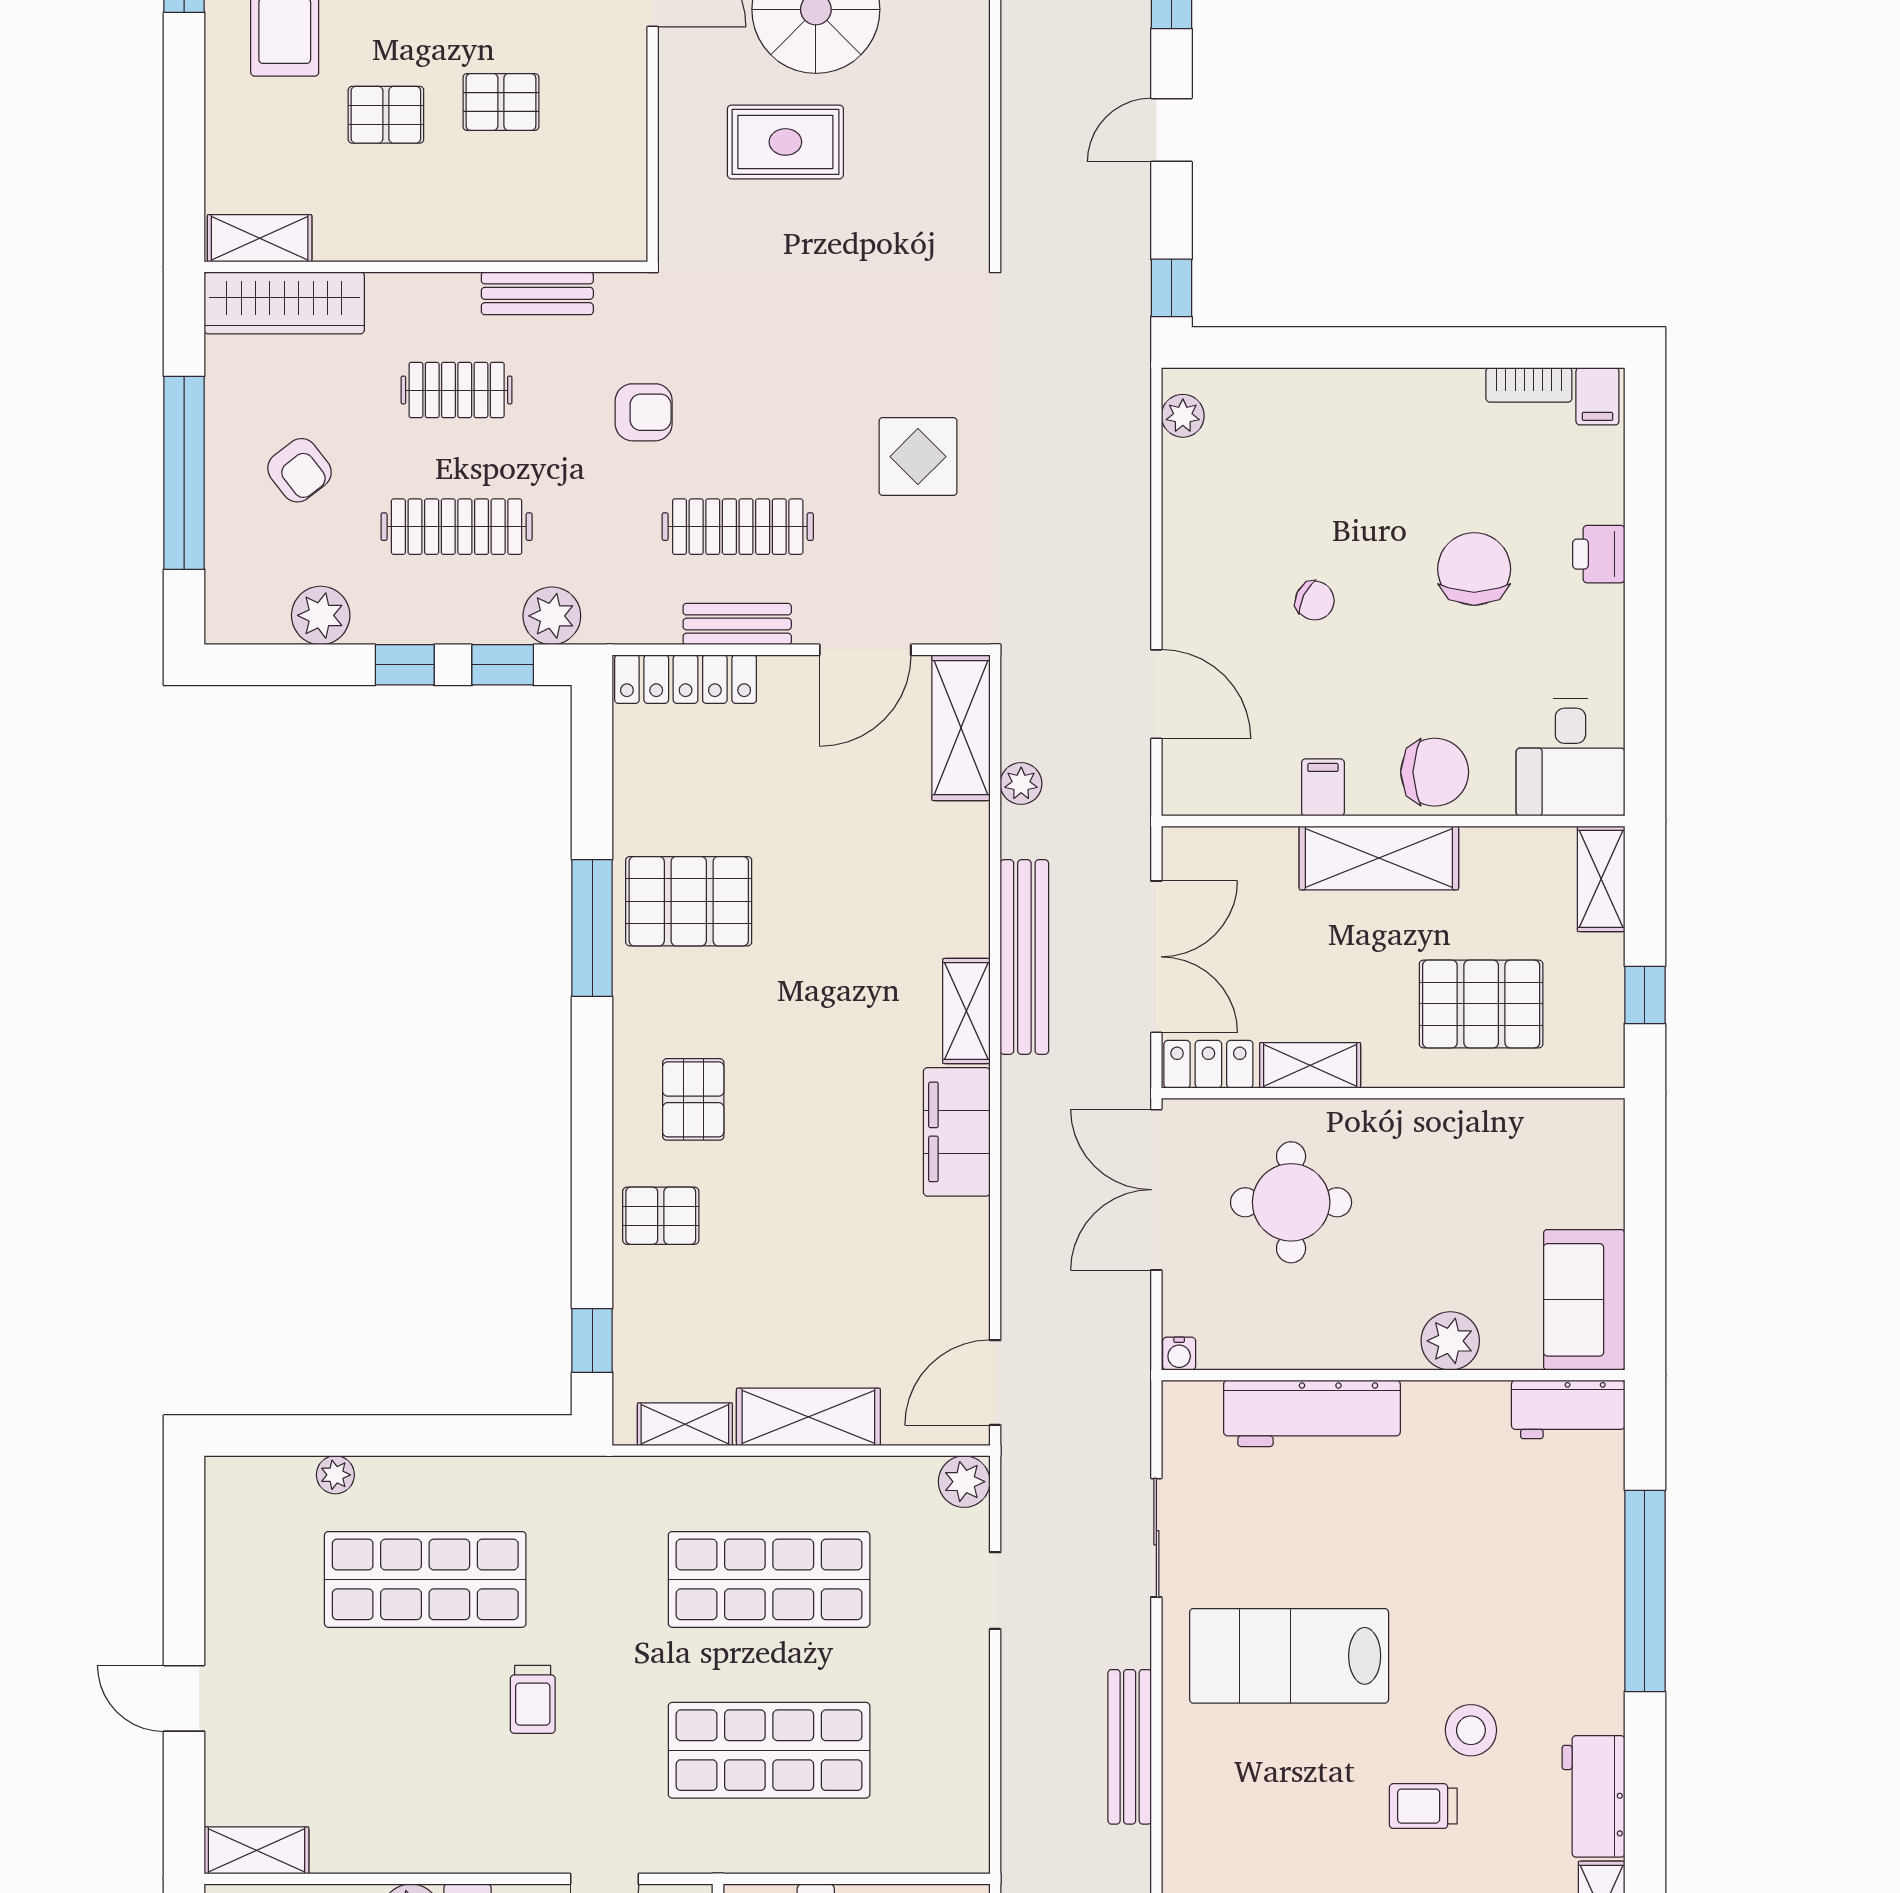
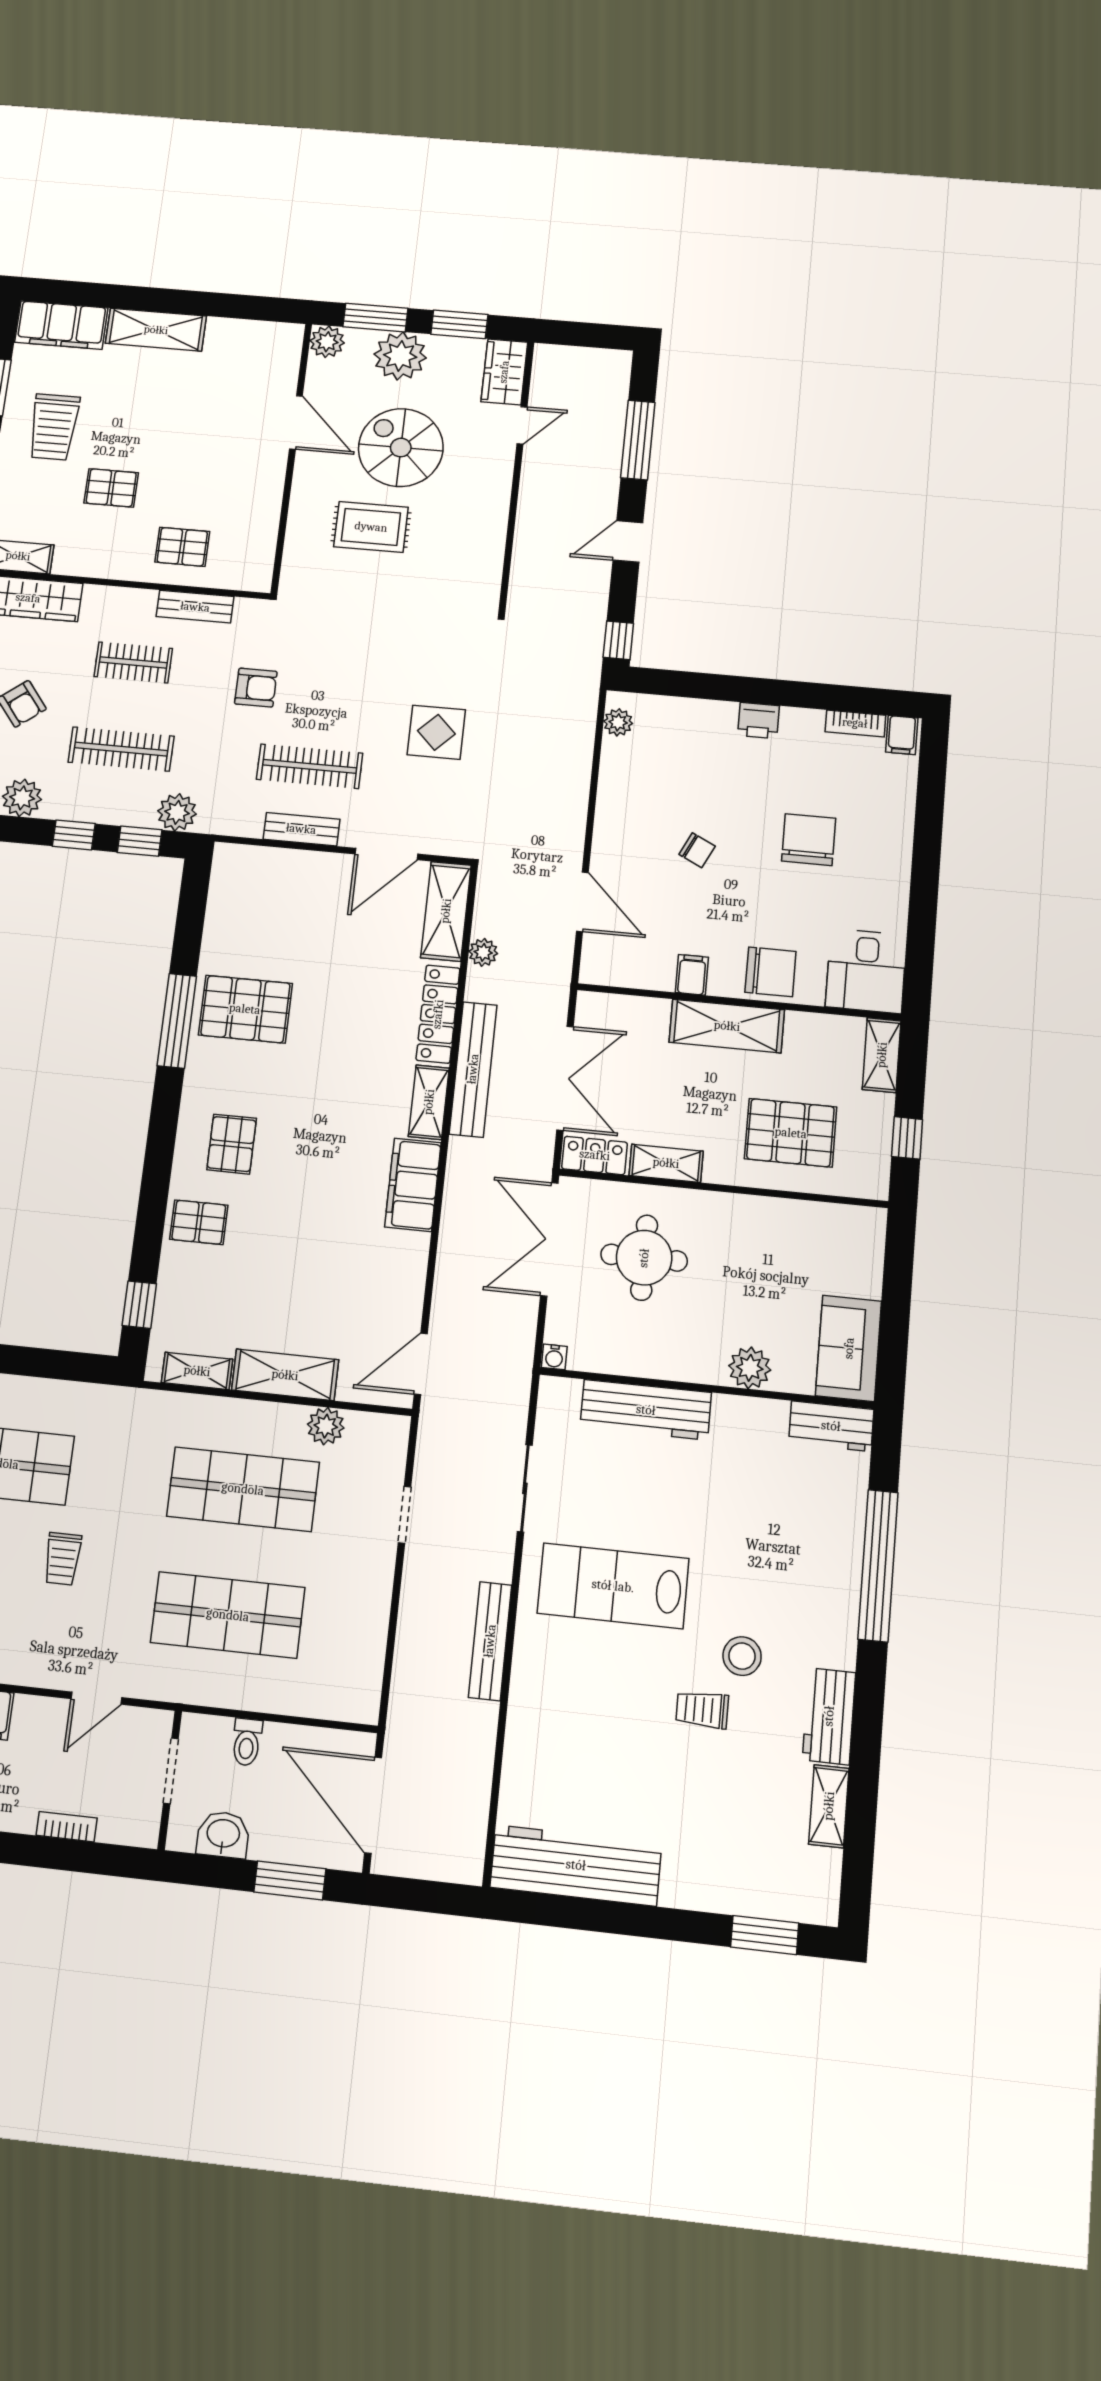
pallet: (501, 102) -> (182, 547), moved
printer: (1599, 554) -> (758, 721), moved, turned -90
locker: (686, 679) -> (438, 1014), moved, turned 90
plant: (964, 1482) -> (326, 1426), moved

